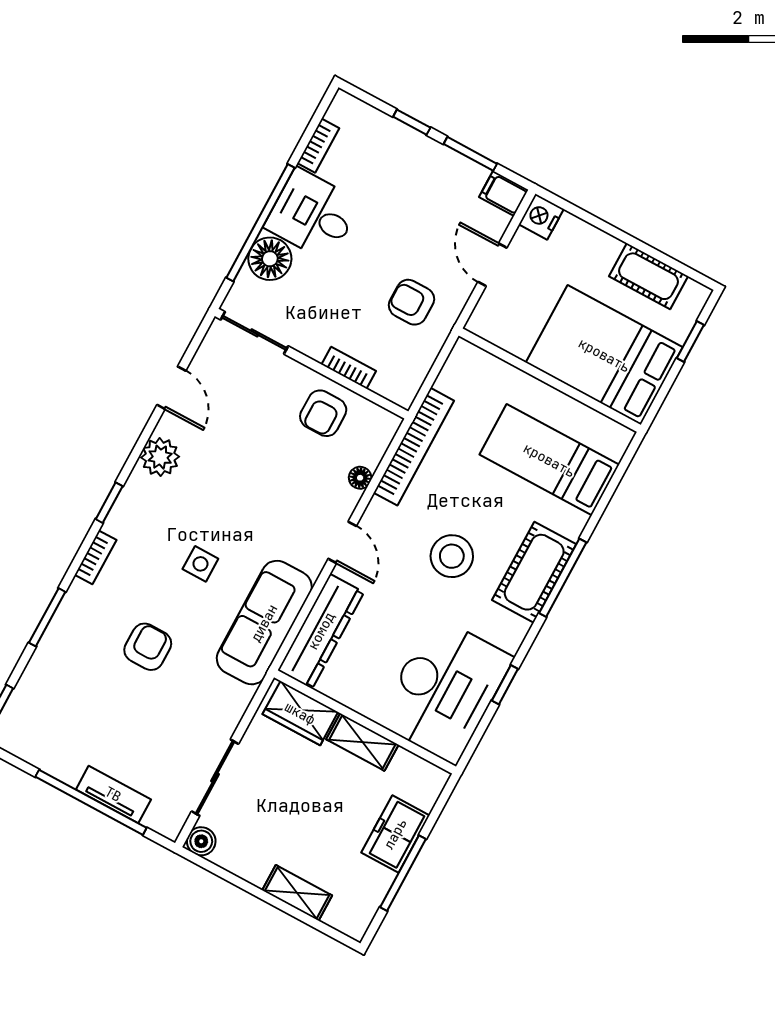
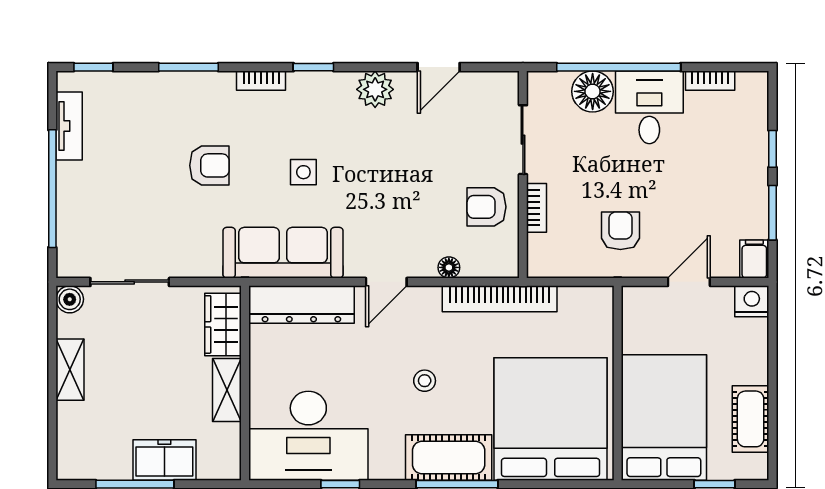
sliding door: (254, 333) -> (523, 140), moved
bed: (549, 460) -> (551, 419), width x2.04
stool: (452, 556) -> (425, 381), width x0.53, depth x0.53
tv unit: (113, 794) -> (69, 126), moved
shelving: (297, 893) -> (70, 370), moved

